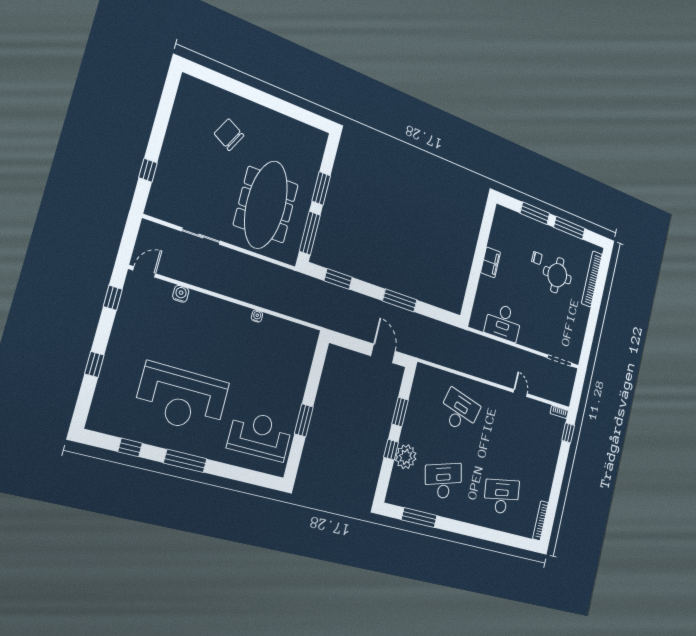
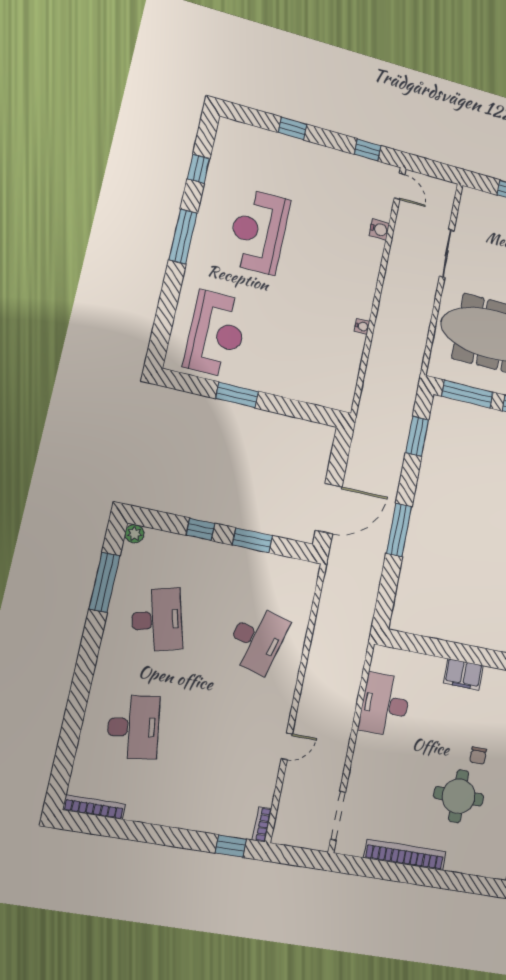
bookcase: (592, 279) -> (405, 855), moved
door: (383, 353) -> (329, 509), width x1.36
reception desk: (182, 398) -> (258, 231), width x0.74, depth x0.77
plant: (406, 457) -> (134, 534), moved, width x0.53, depth x0.53

